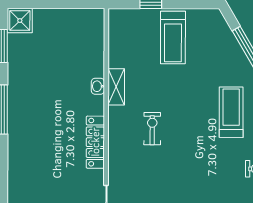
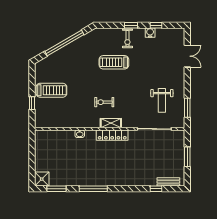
shelving: (116, 87) -> (111, 123), moved
treadmill: (231, 112) -> (114, 62), moved

